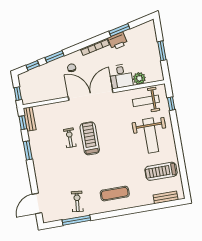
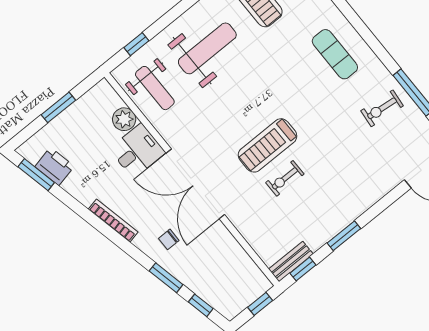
window: (119, 30) -> (36, 175), moved
printer: (118, 41) -> (55, 166), moved

